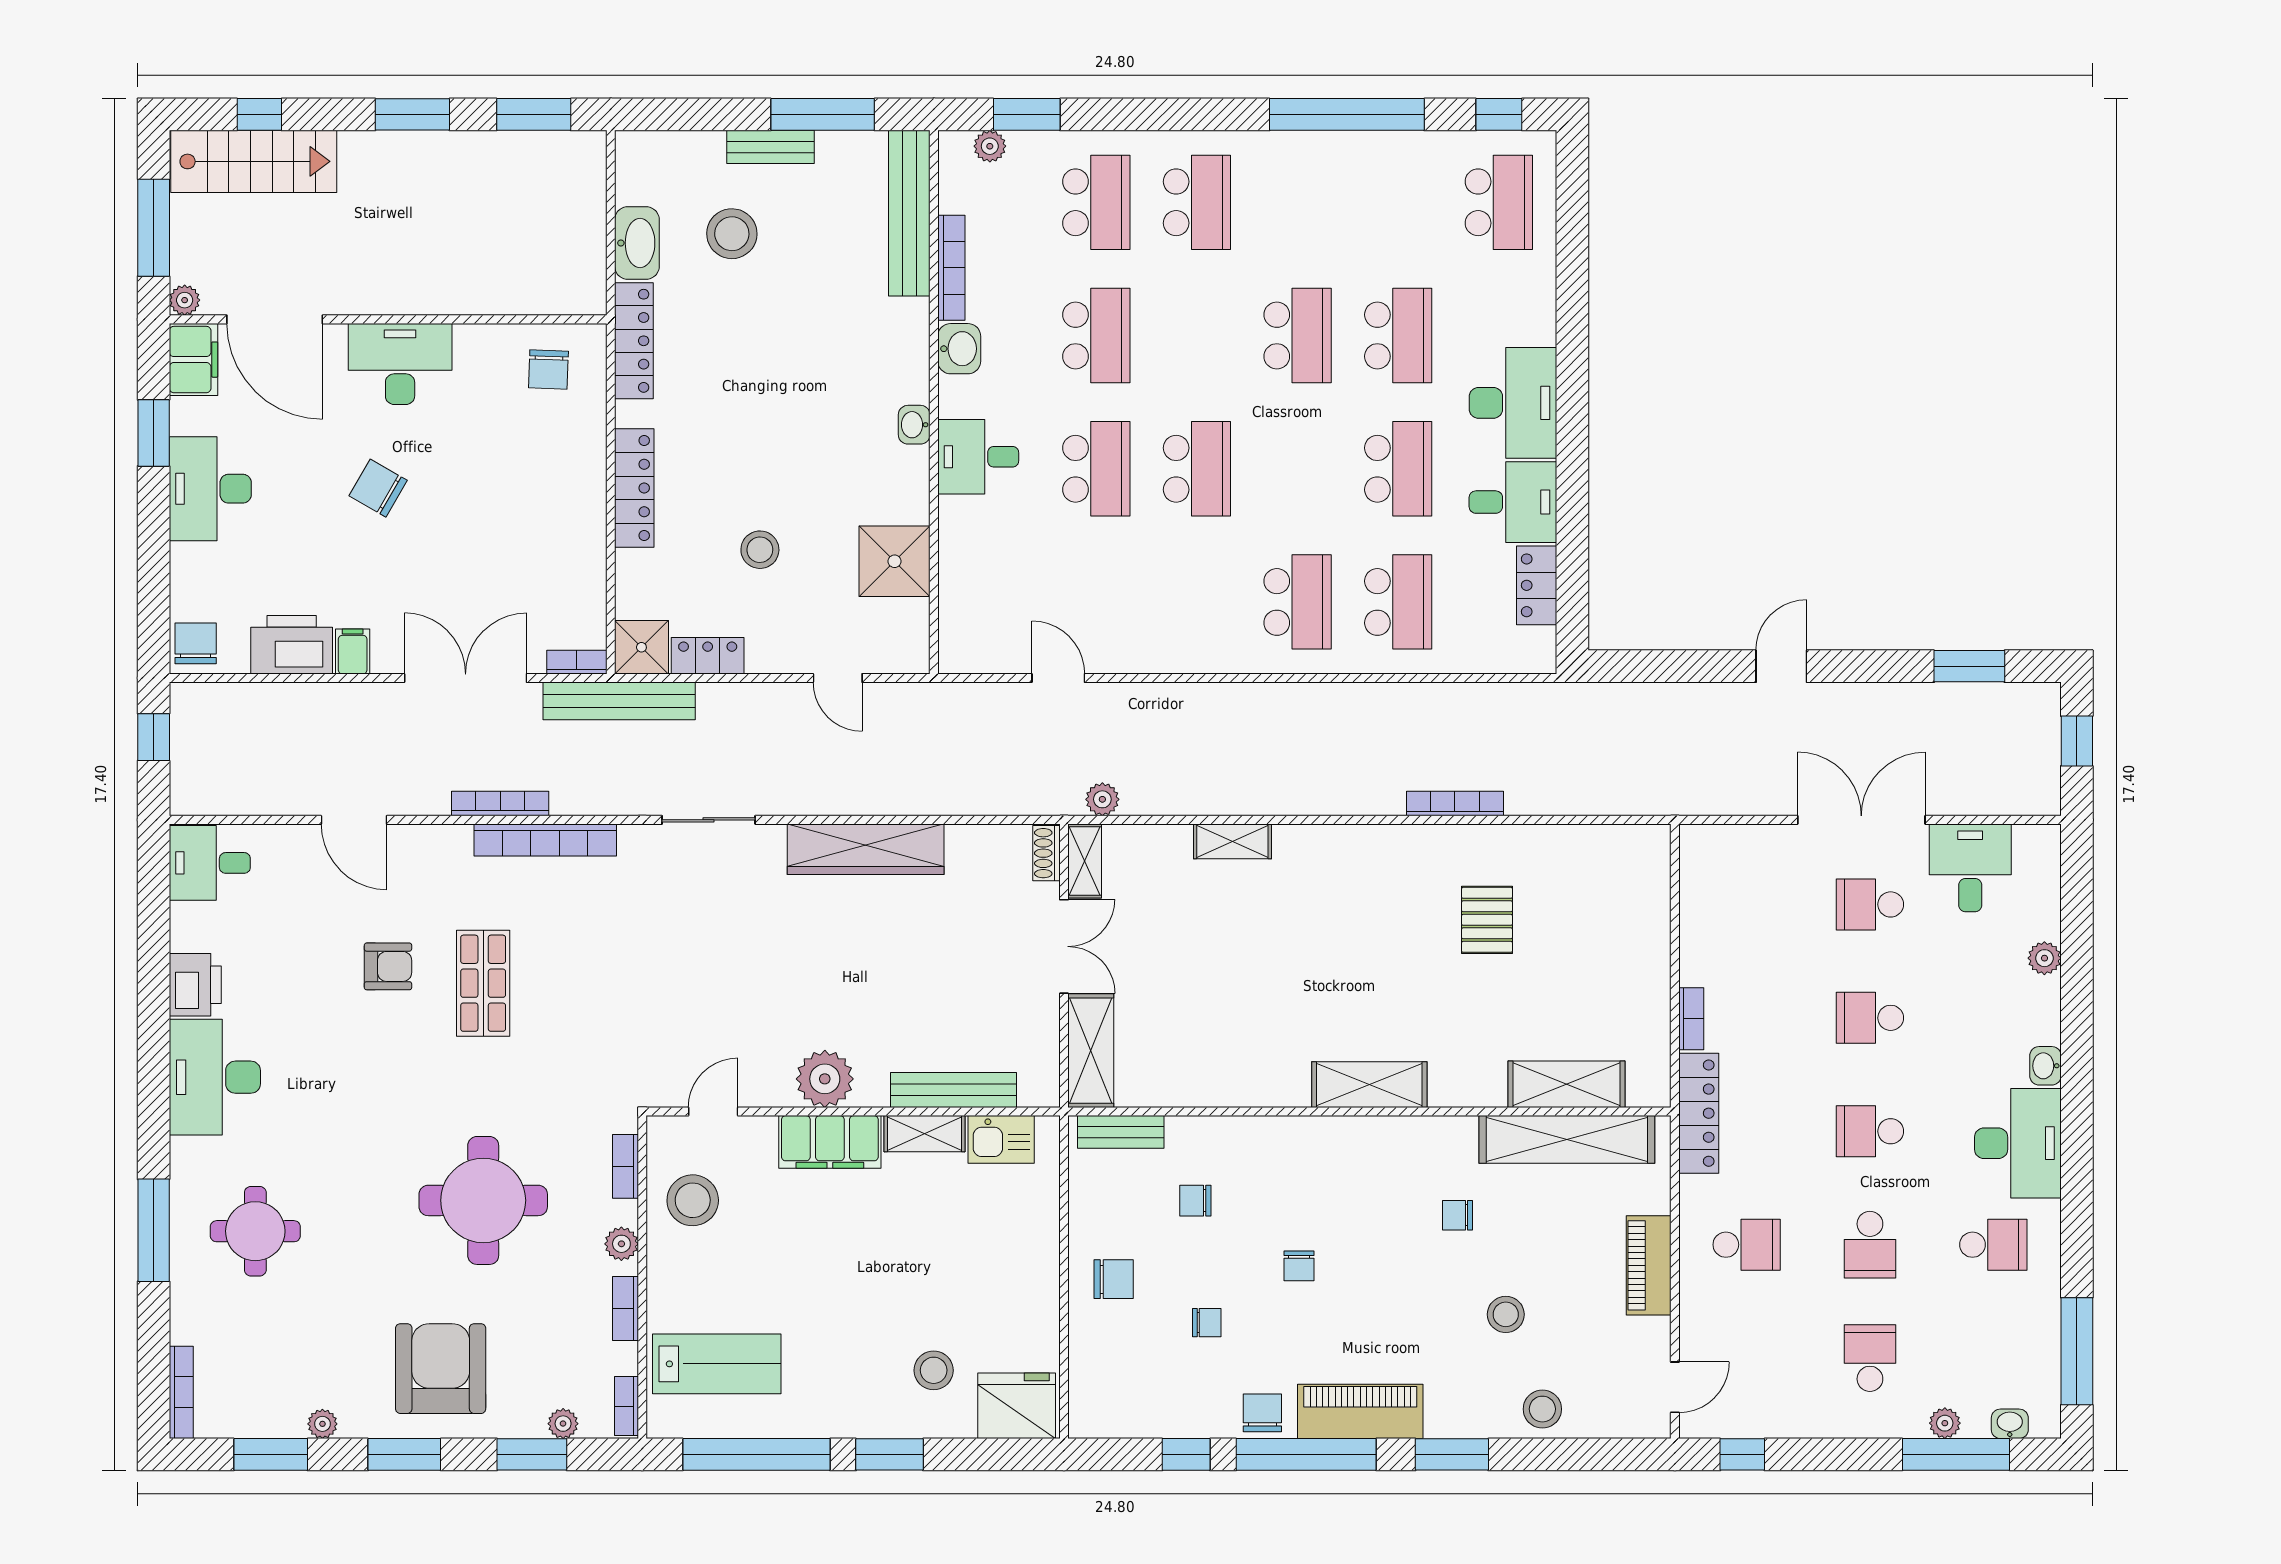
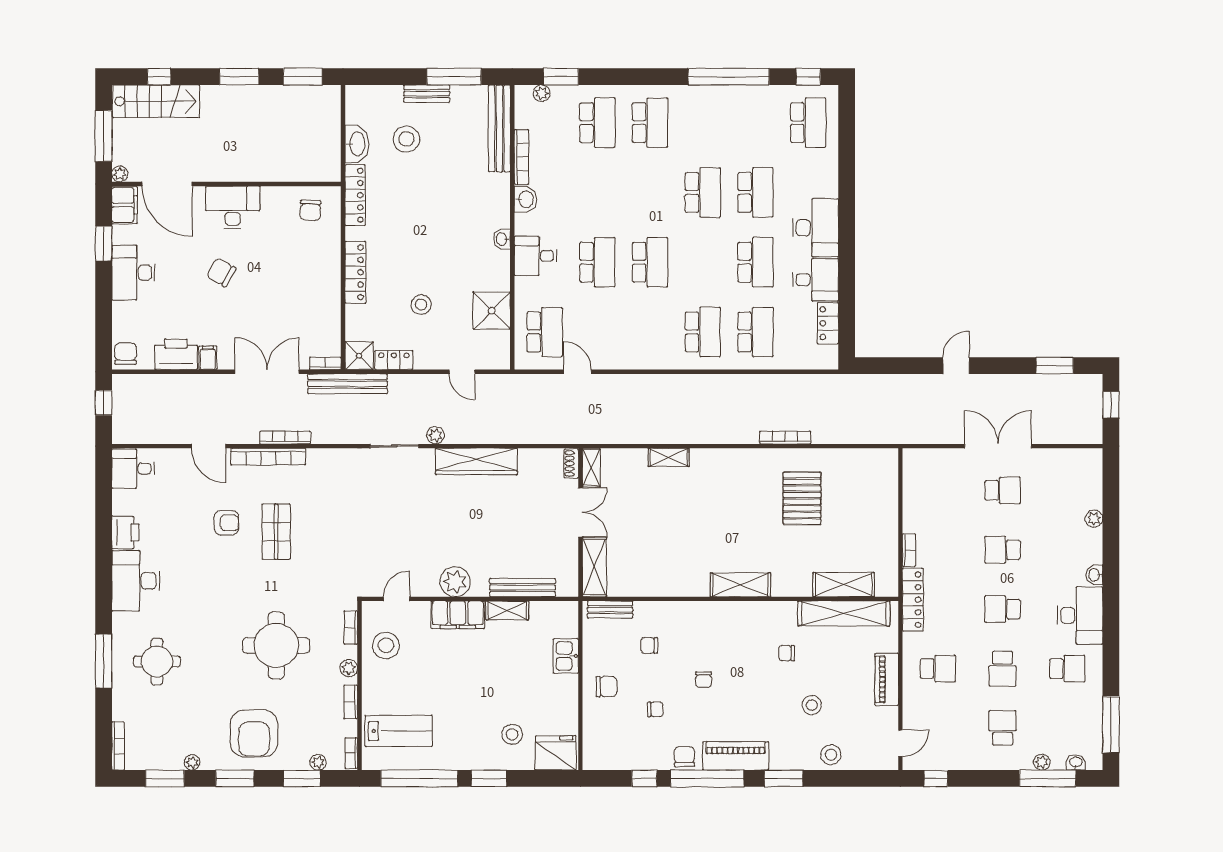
school desk: (1096, 336) -> (545, 332), moved
plant: (1102, 799) -> (436, 435), moved
bookcase: (545, 840) -> (268, 457), moved
desk: (1970, 868) -> (1055, 471), removed
school desk: (1870, 904) -> (1003, 490), turned 180
pallet: (1487, 920) -> (802, 498), width x1.50, depth x1.42
kitchen sink: (1001, 1139) -> (566, 656), moved, turned 90
armchair: (441, 1369) -> (254, 733), turned 180

